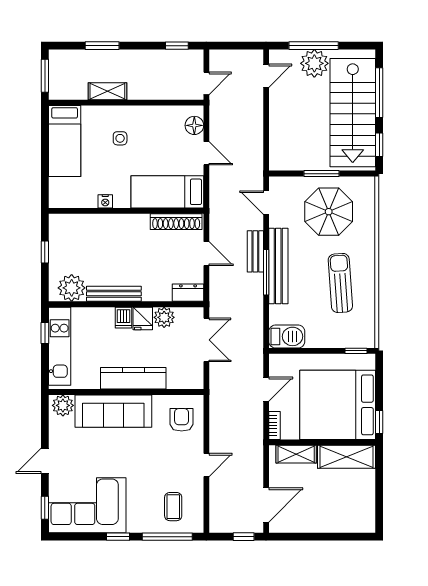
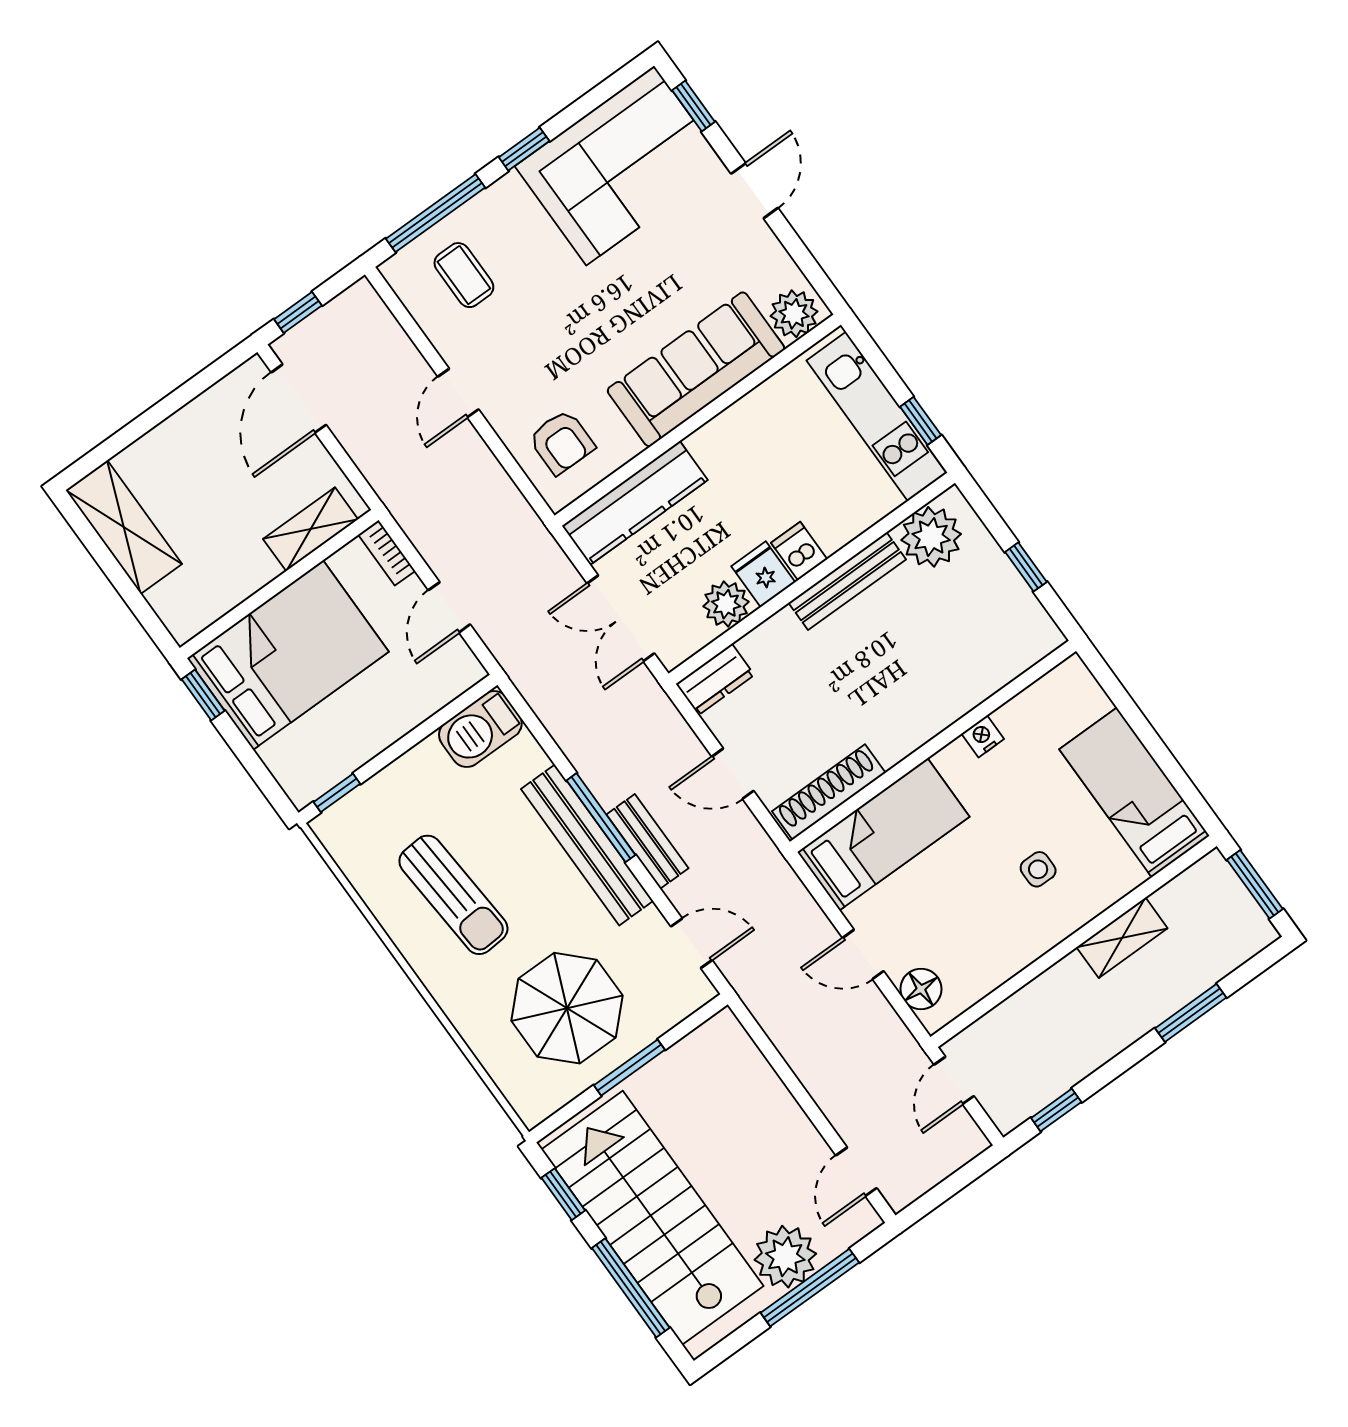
kitchen counter: (133, 378) -> (635, 503), moved
bed: (338, 405) -> (288, 655), width x0.73
shelving: (346, 457) -> (124, 527), moved, turned 90

